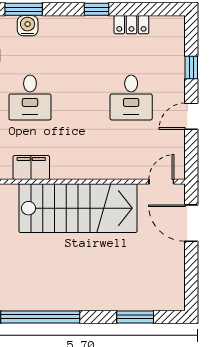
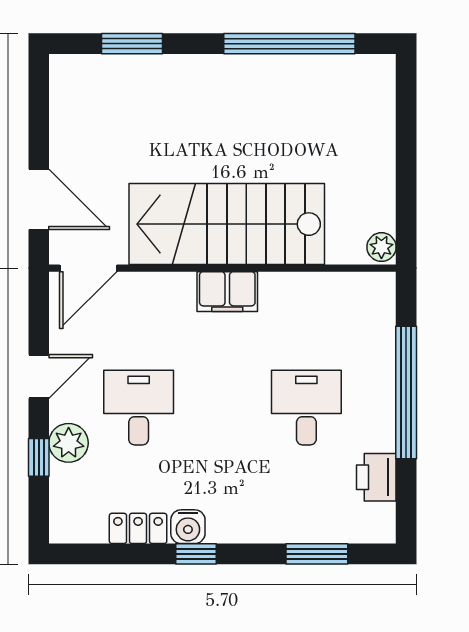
water cooler: (28, 26) -> (188, 527), moved
plant: (173, 76) -> (69, 443), added
filing cabinet: (31, 167) -> (227, 292), moved
door: (161, 182) -> (88, 268), width x1.38

